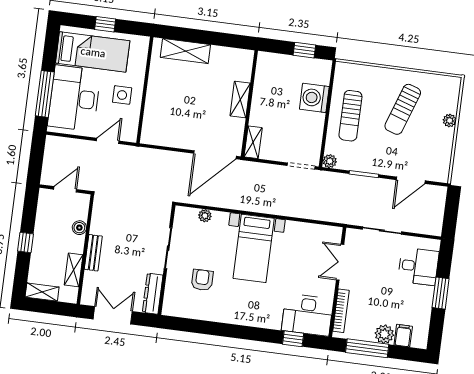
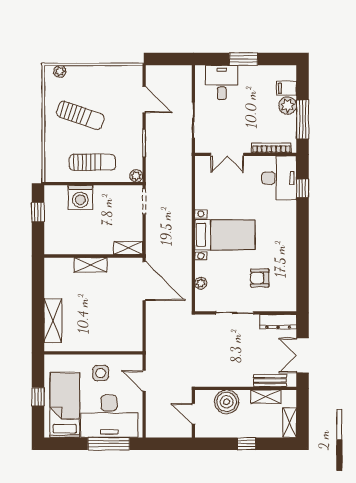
plant: (450, 121) -> (60, 71), moved
boiler: (79, 228) -> (227, 402), width x1.86, depth x1.86
bench: (93, 253) -> (270, 381), moved

